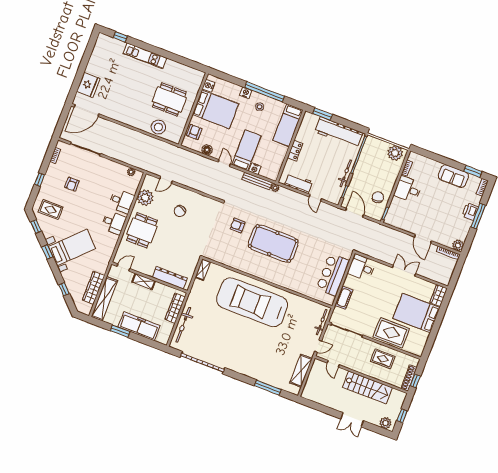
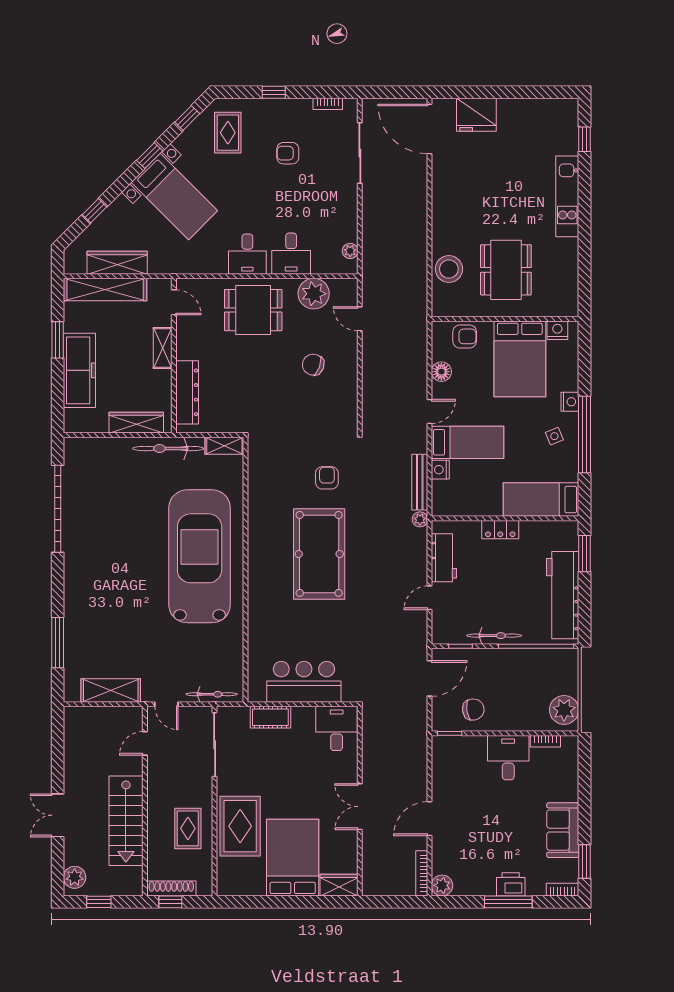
double door: (404, 271) -> (360, 807), swing flipped
bicycle: (183, 325) -> (168, 449), moved

